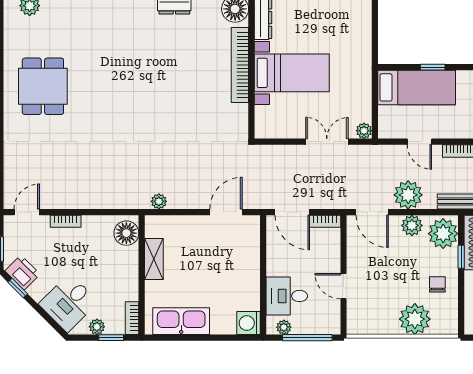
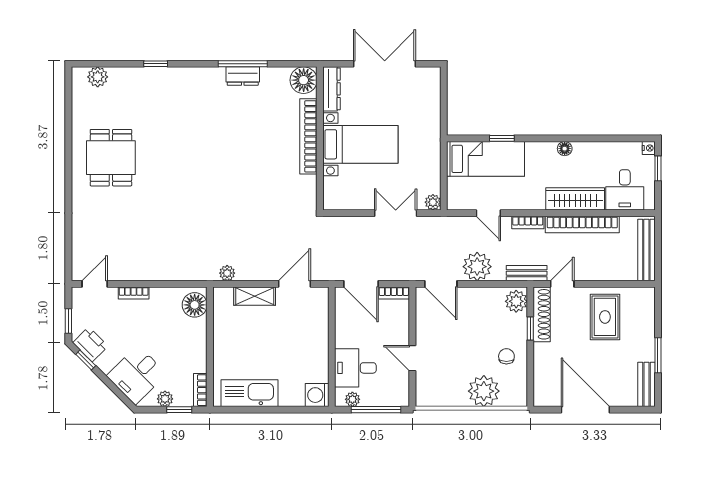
plant: (412, 225) -> (481, 297), removed
plant: (443, 234) -> (516, 301), width x0.73, depth x0.73
shelving: (154, 259) -> (255, 296), moved, turned 90

